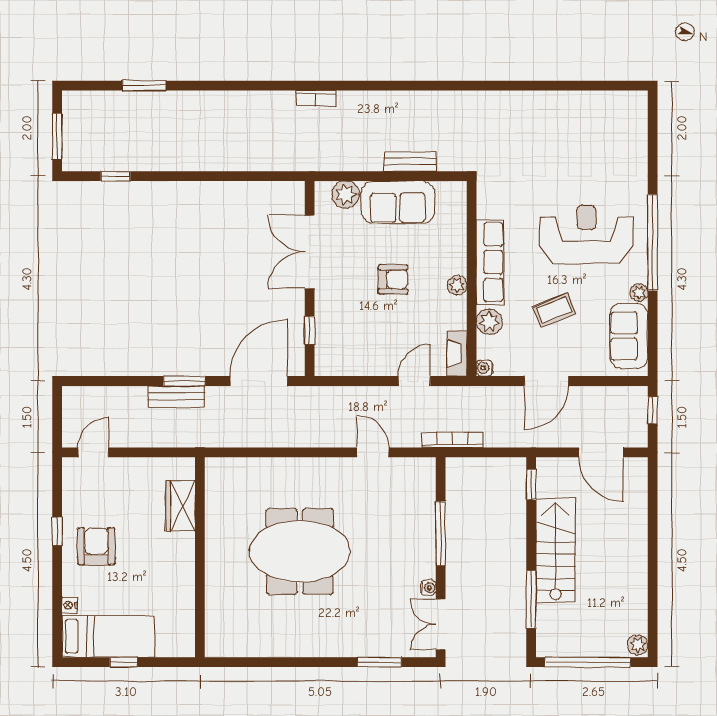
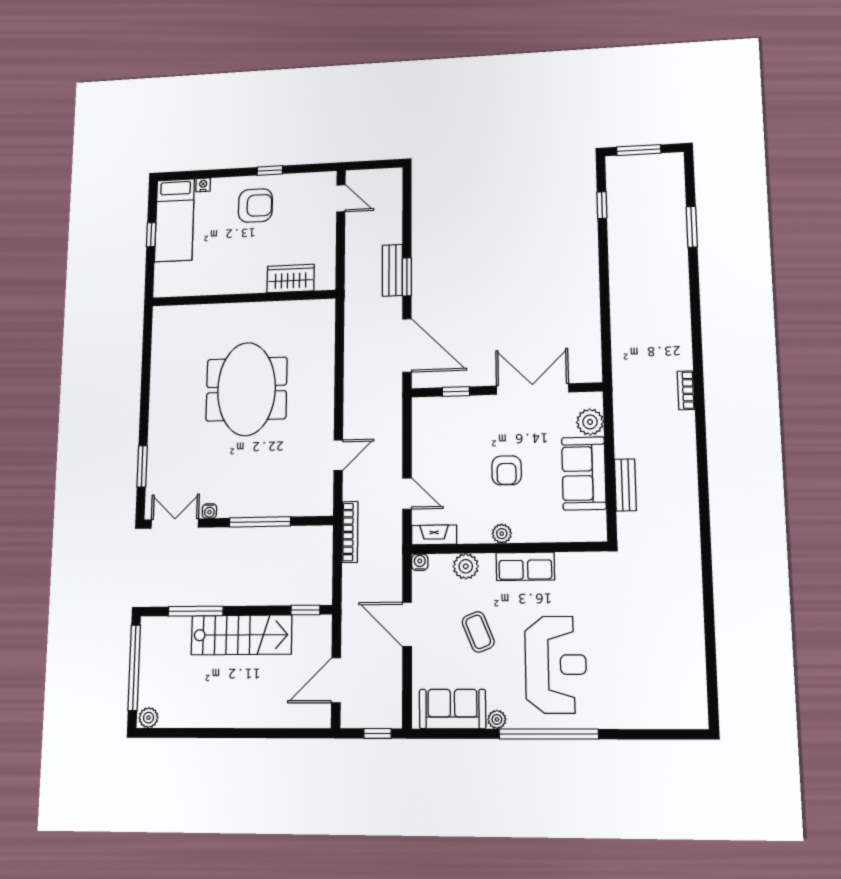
row of seats: (490, 262) -> (525, 566), width x0.68

